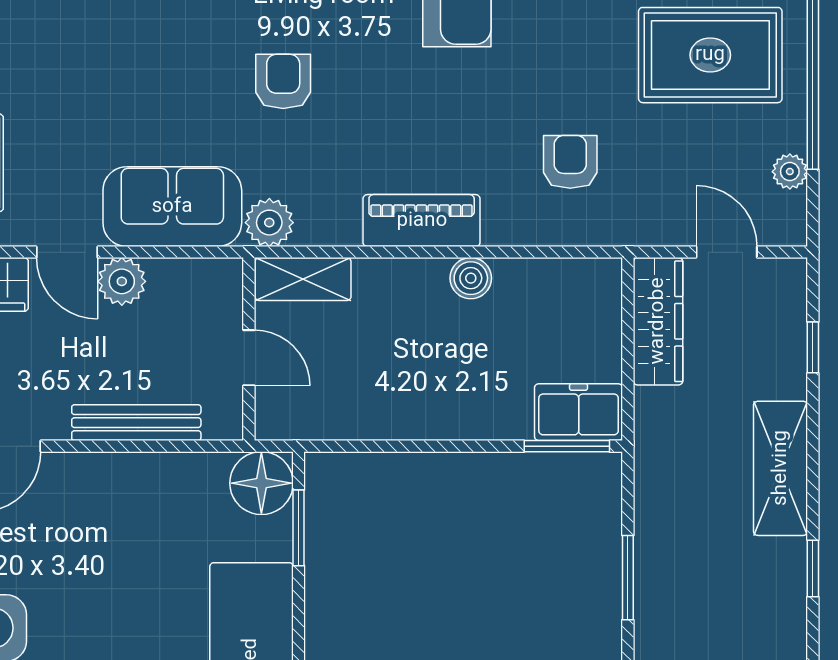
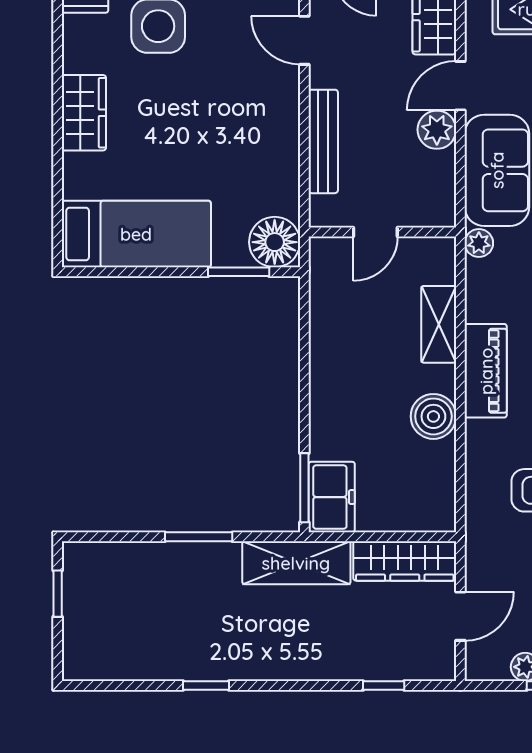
plant: (269, 223) -> (479, 243), width x0.73, depth x0.73
boiler: (471, 278) -> (433, 416), width x1.36, depth x1.36
shelving: (303, 279) -> (439, 324), moved
shelving: (781, 468) -> (296, 563), moved

